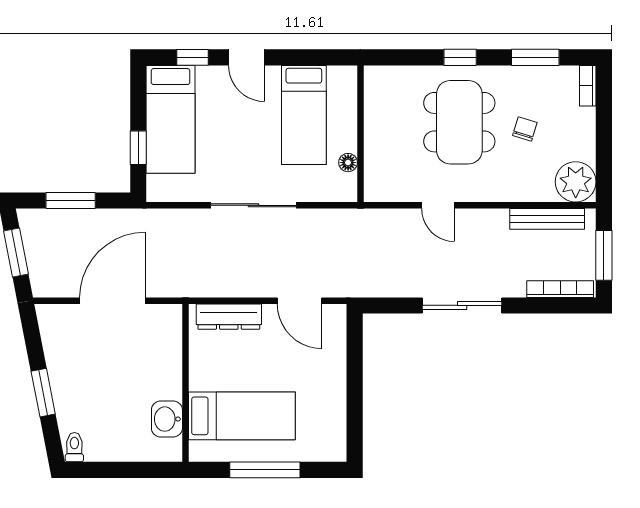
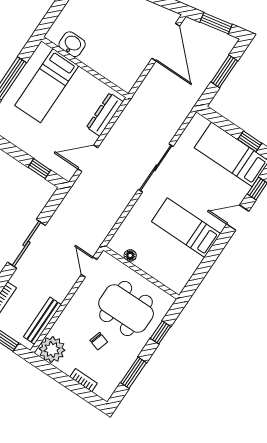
bookcase: (588, 86) -> (84, 380), moved
wall: (360, 134) -> (141, 273), moved
window: (138, 148) -> (250, 141), moved
floor lamp: (348, 163) -> (130, 256), moved
door: (438, 205) -> (89, 267), hinge flipped
door: (113, 301) -> (166, 42), moved
window: (355, 354) -> (39, 169), added

